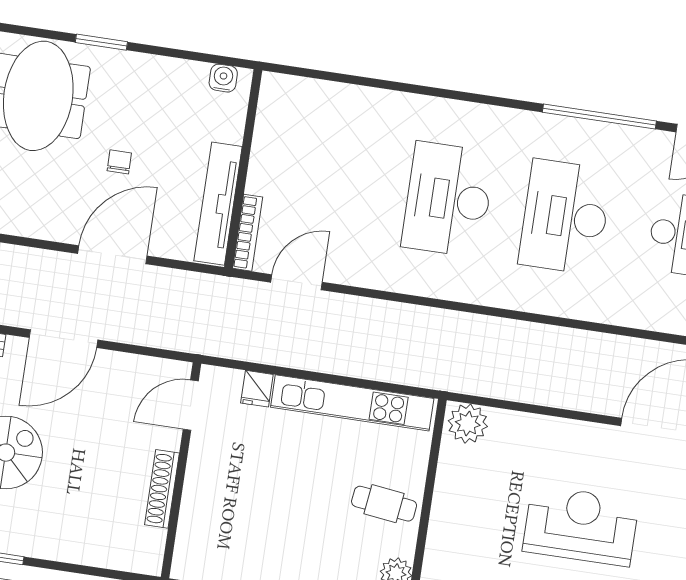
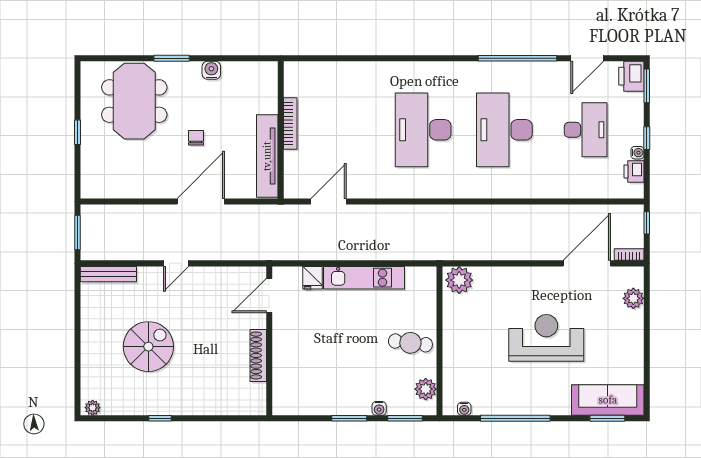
water cooler: (223, 78) -> (211, 70), moved
bookcase: (248, 233) -> (290, 123), moved
door: (63, 339) -> (176, 263), width x0.53
kitchen unit: (352, 403) -> (364, 278), width x0.73

